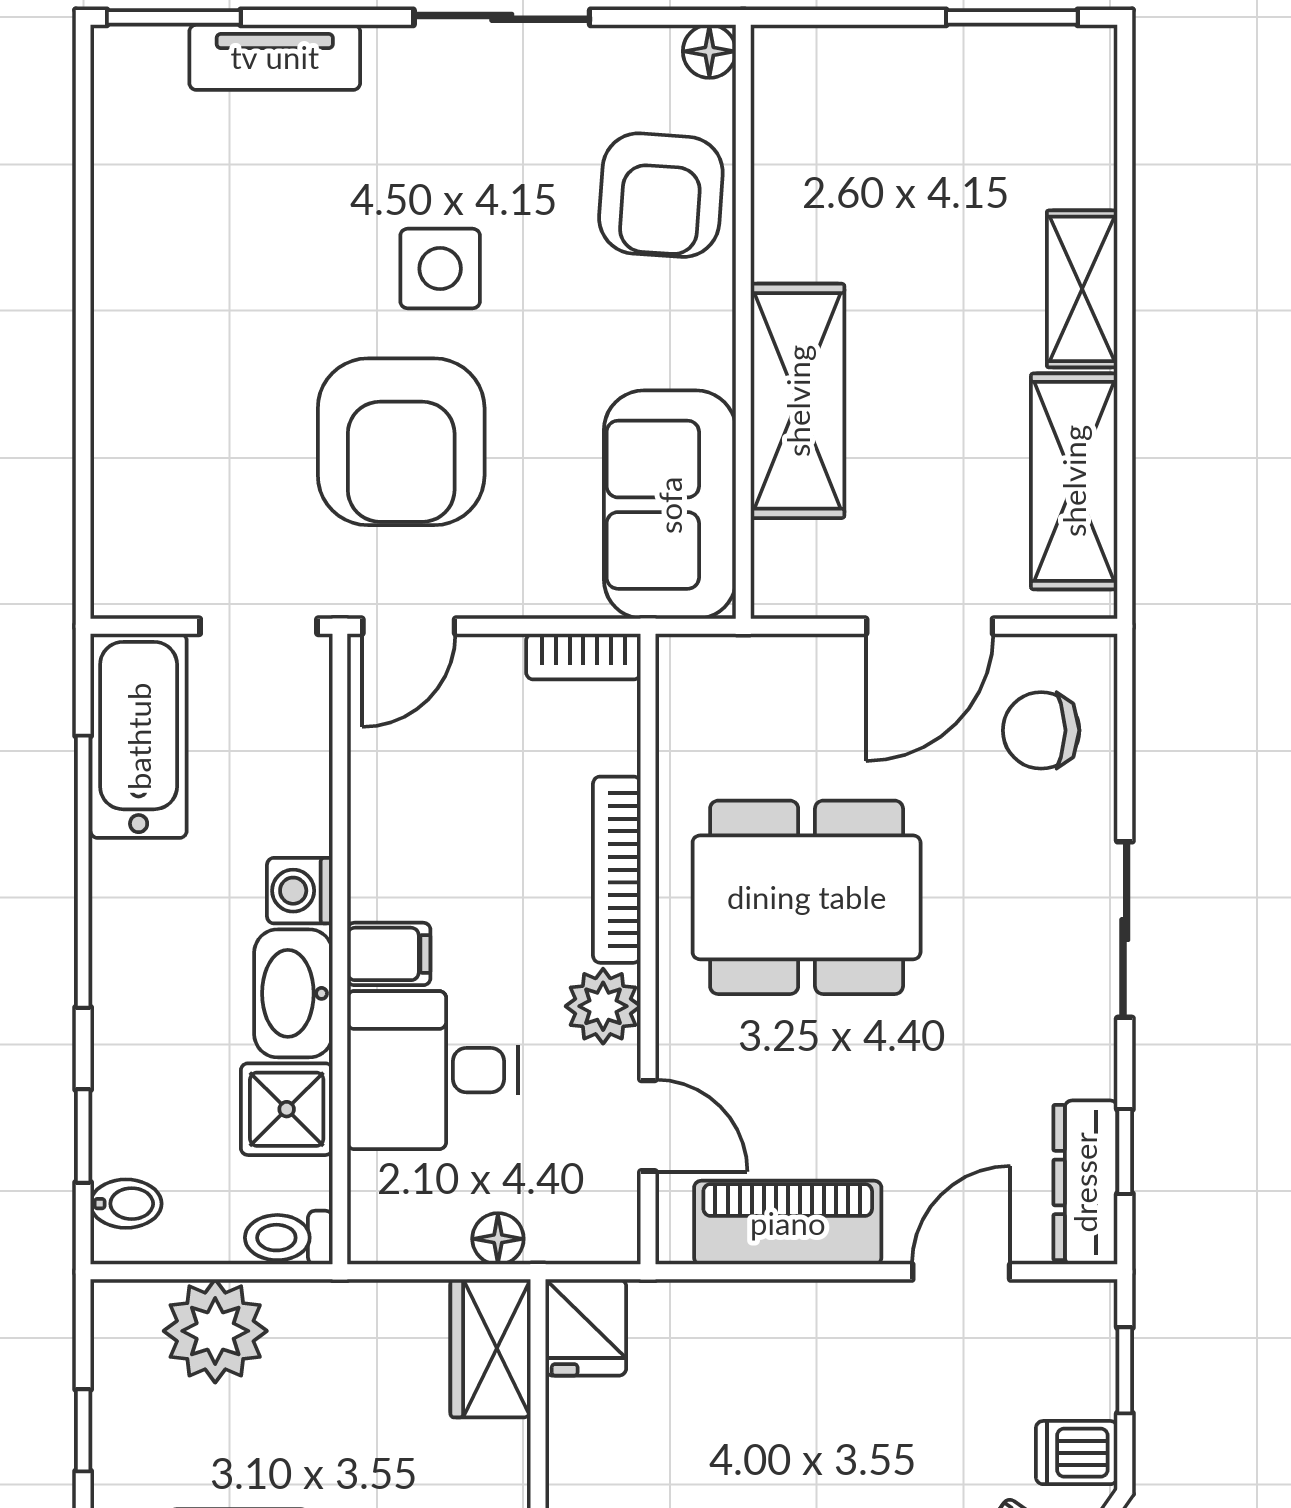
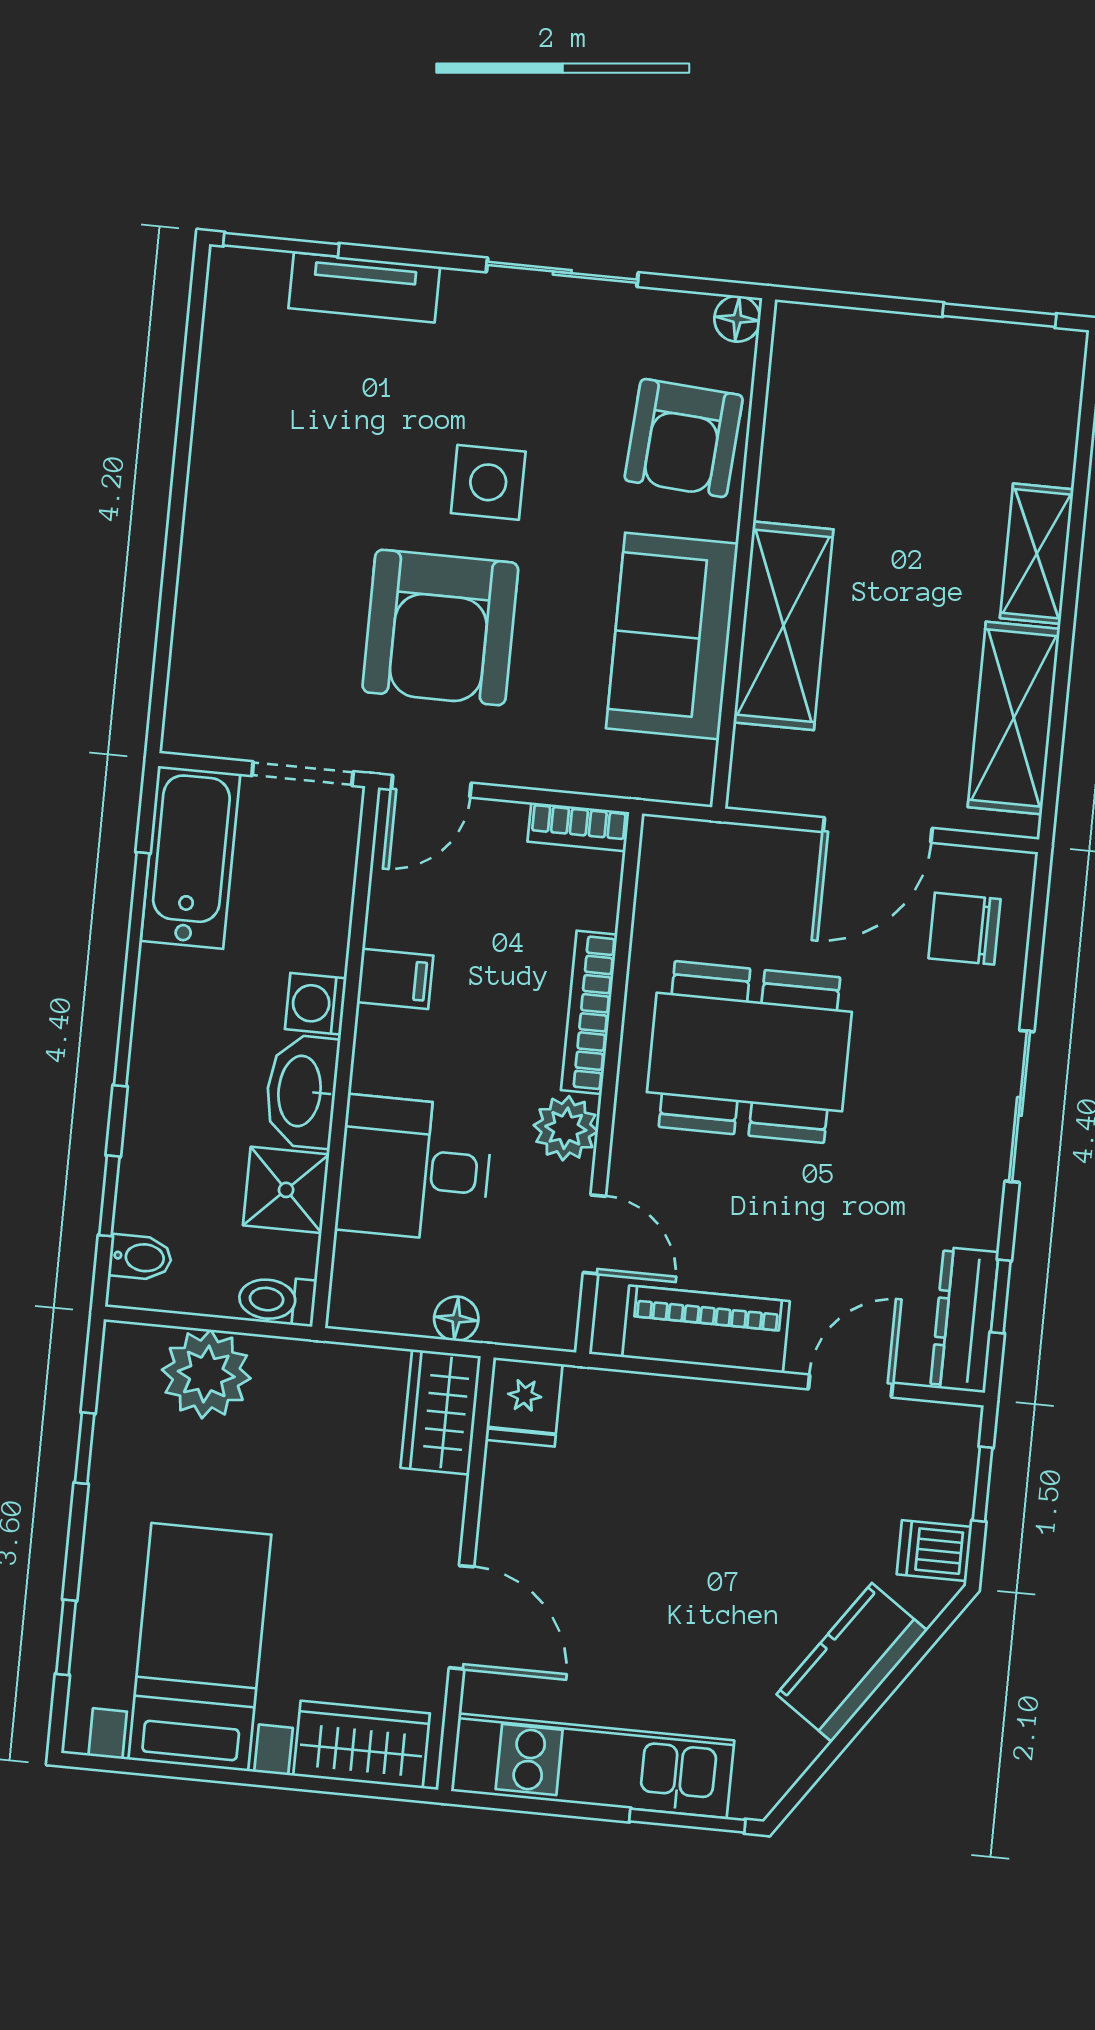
sofa: (670, 505) -> (672, 636), moved
filing cabinet: (389, 954) -> (395, 979), moved

